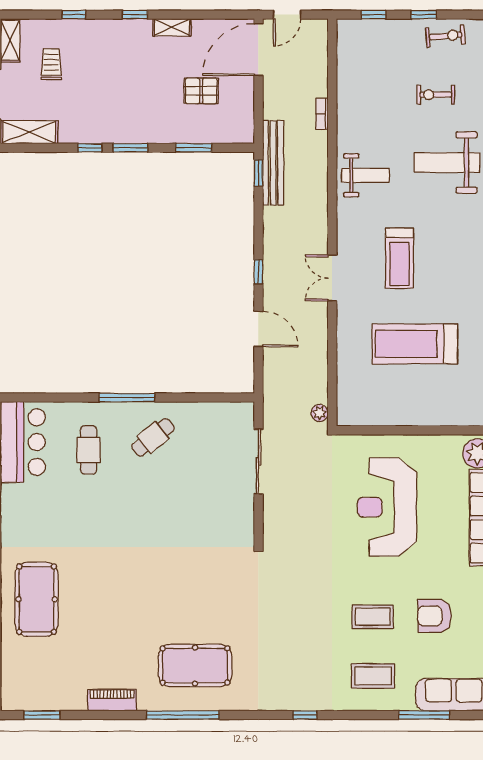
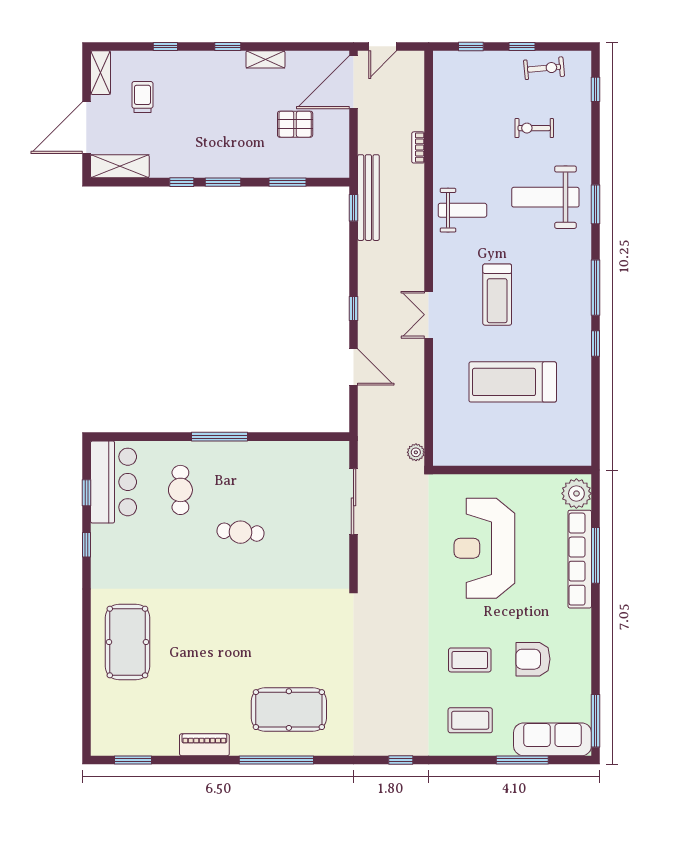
cafe table: (153, 437) -> (240, 532), moved, turned 44

